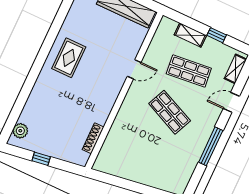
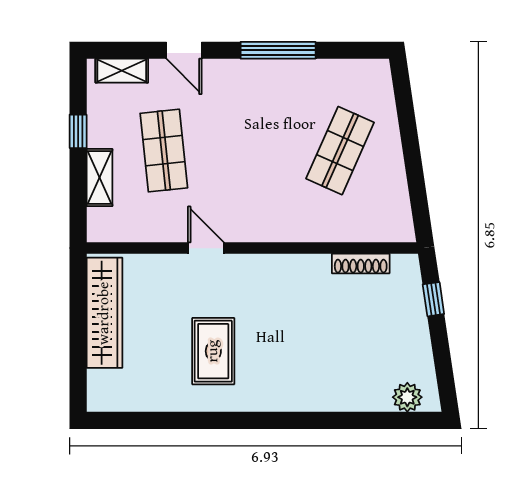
rug: (69, 58) -> (213, 351), moved, turned 90
shop shelf: (170, 112) -> (340, 151), moved
window: (41, 159) -> (433, 299), moved

